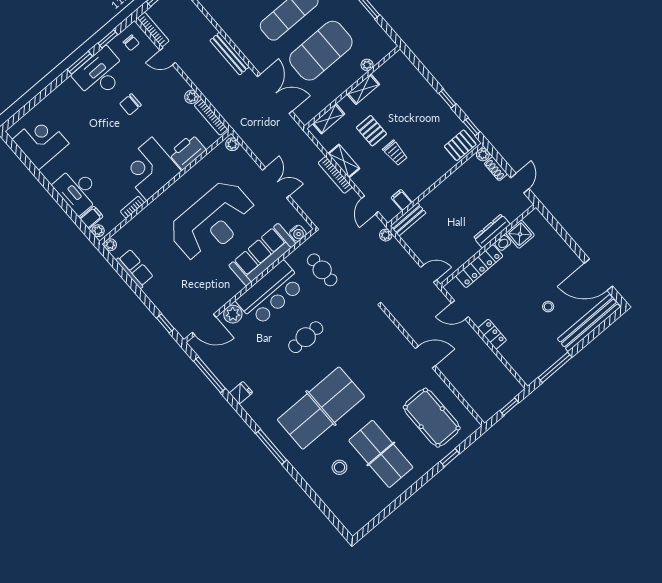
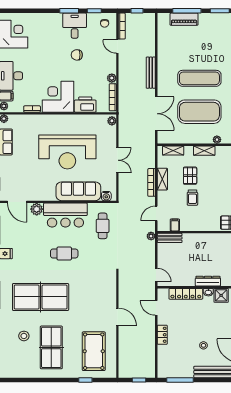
desk: (100, 74) -> (75, 26), width x0.73

